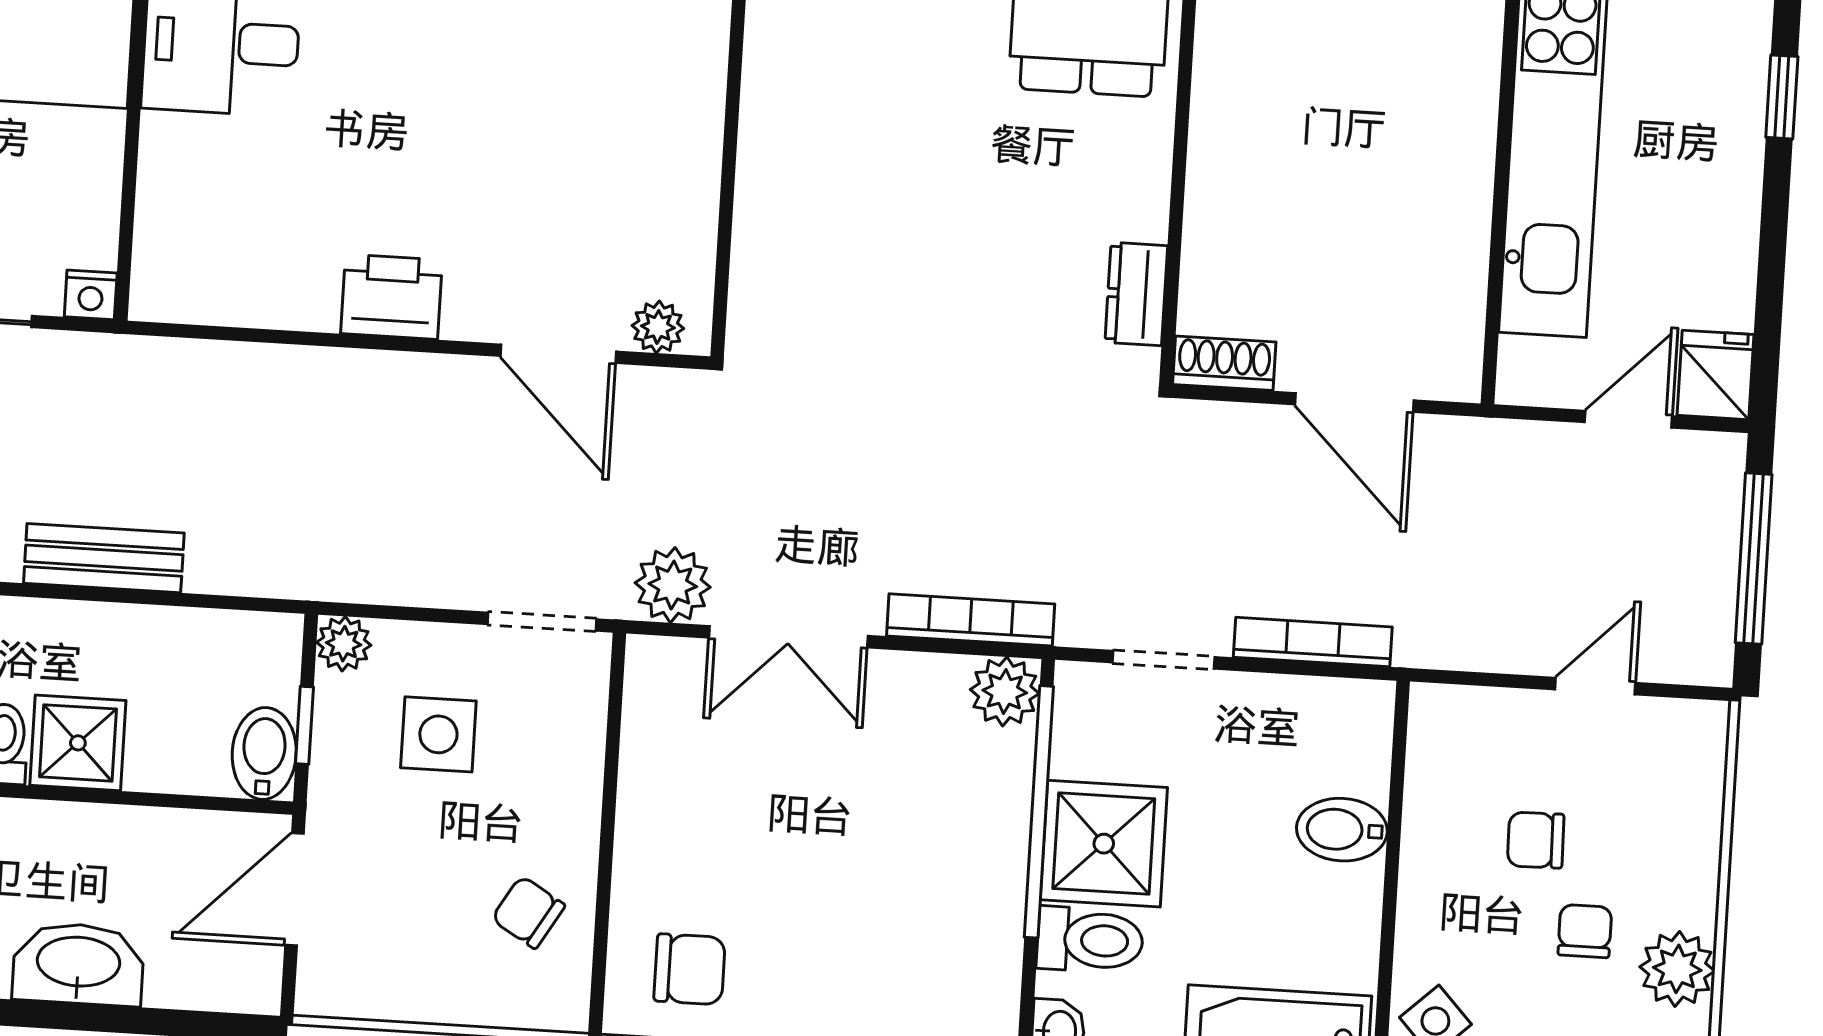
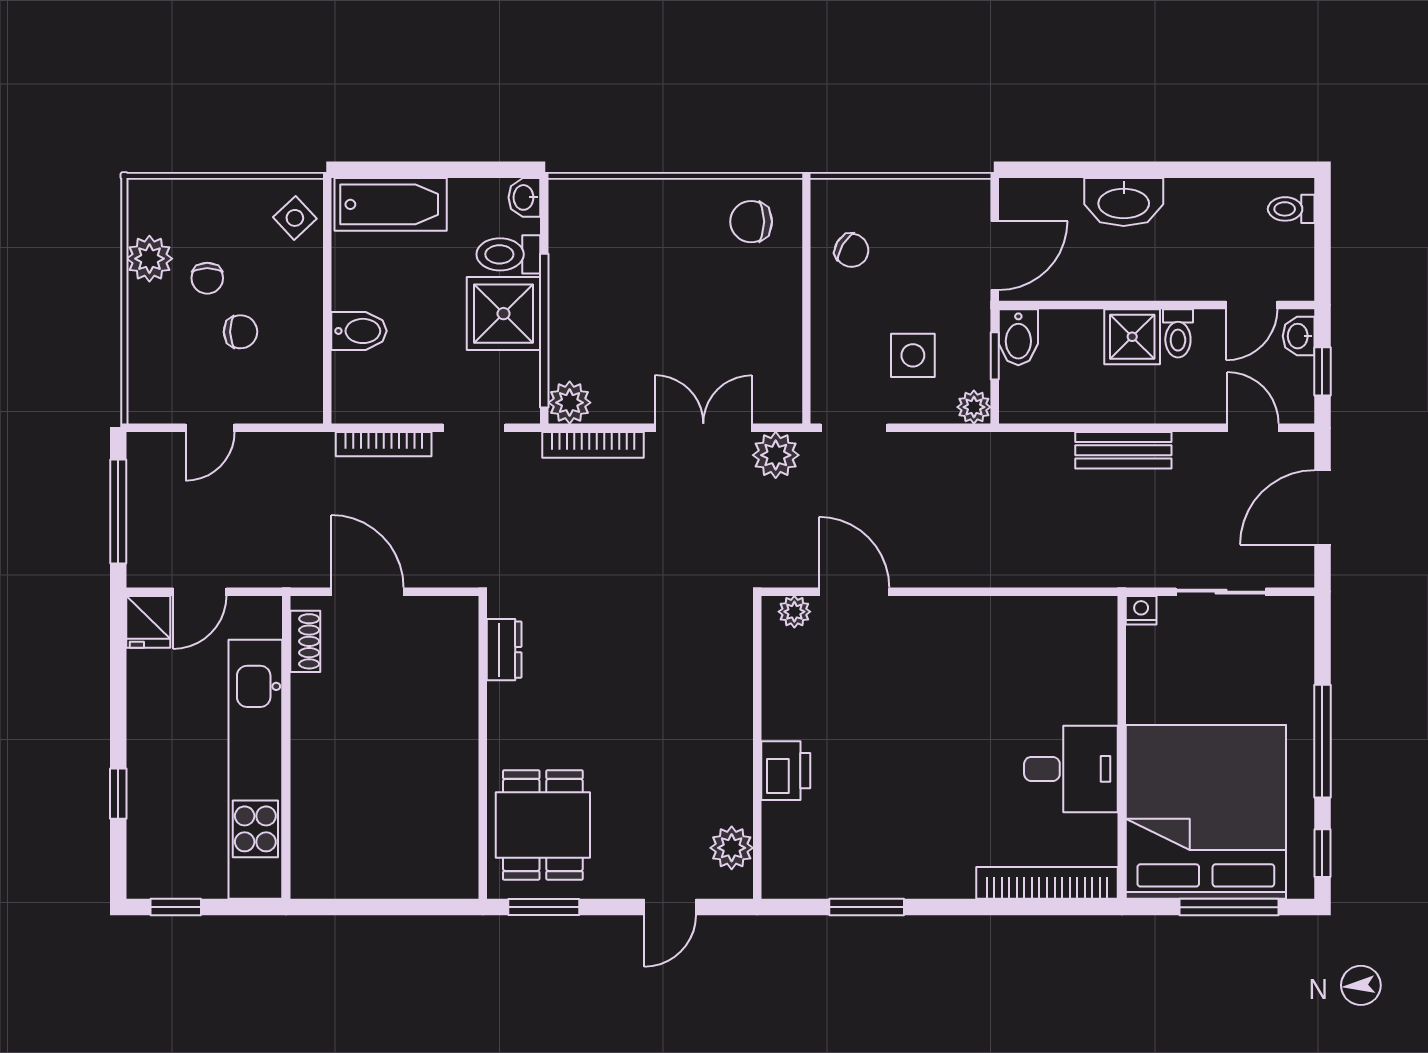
printer: (391, 297) -> (786, 771), moved, turned -90
shoe rack: (1224, 363) -> (305, 641), moved, turned -90

